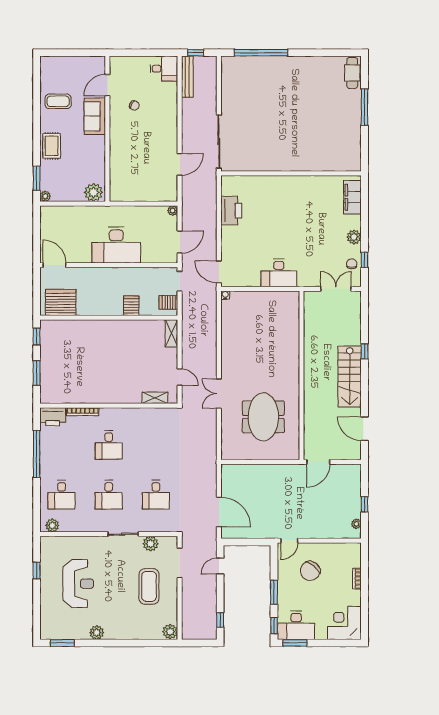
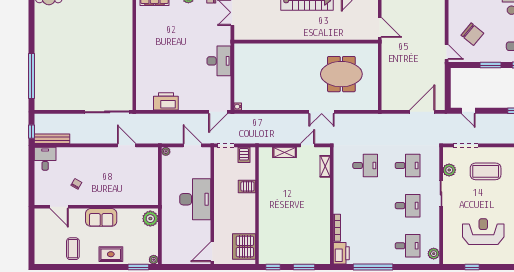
sofa: (95, 116) -> (101, 217), moved
shelving: (171, 333) -> (285, 152), moved
desk: (109, 445) -> (365, 165), moved

